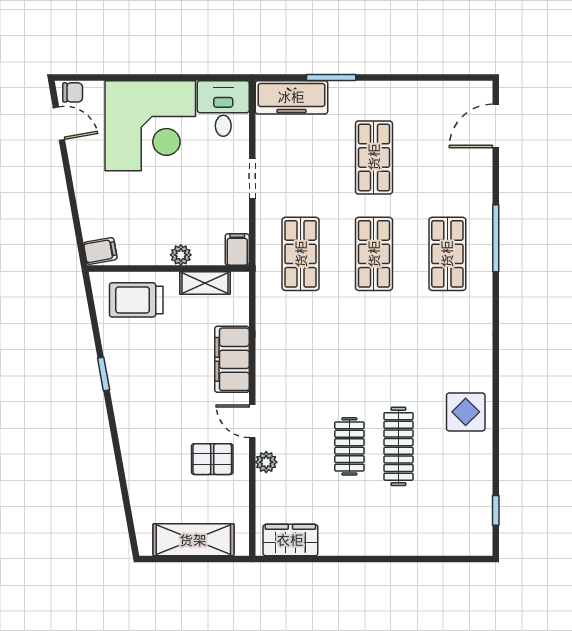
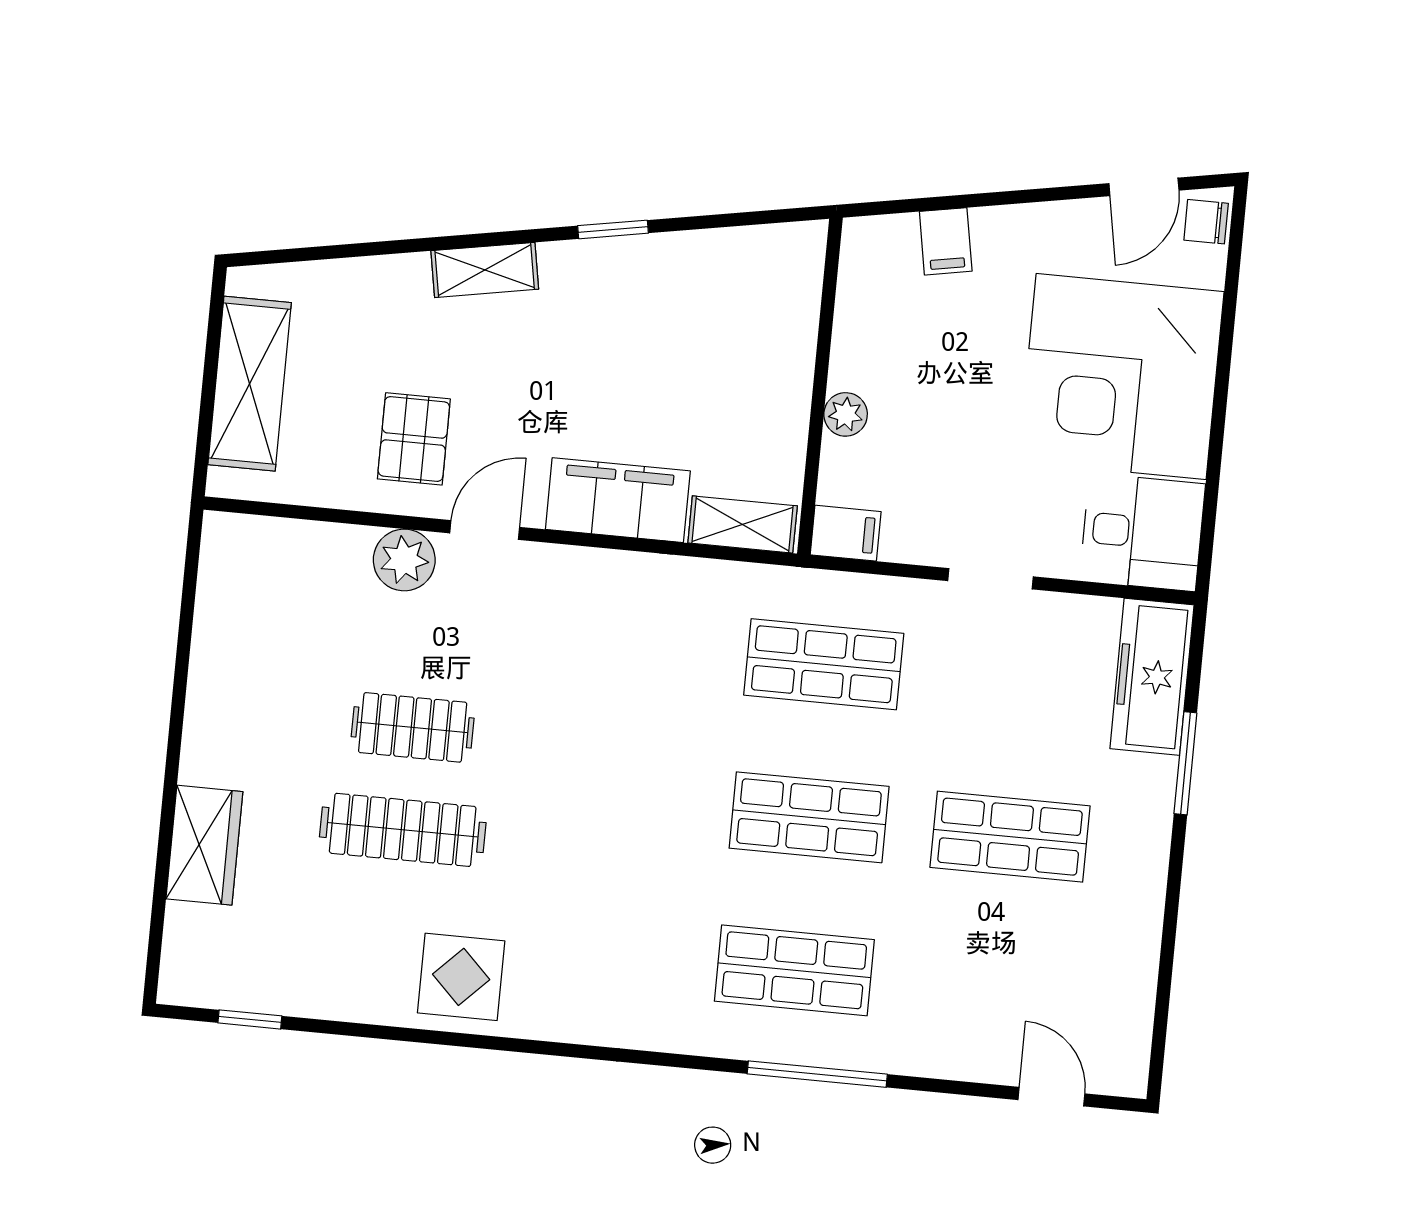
chair: (73, 92) -> (1206, 222), turned 90
door: (496, 126) -> (1051, 1097), width x0.73
filing cabinet: (100, 251) -> (946, 241), moved
shelving: (205, 283) -> (743, 524), moved, turned 90
trolley: (136, 300) -> (761, 313), removed
shelving: (129, 433) -> (485, 270), added
plant: (266, 462) -> (404, 560), width x1.38, depth x1.38
wardrobe: (290, 540) -> (204, 845), moved

